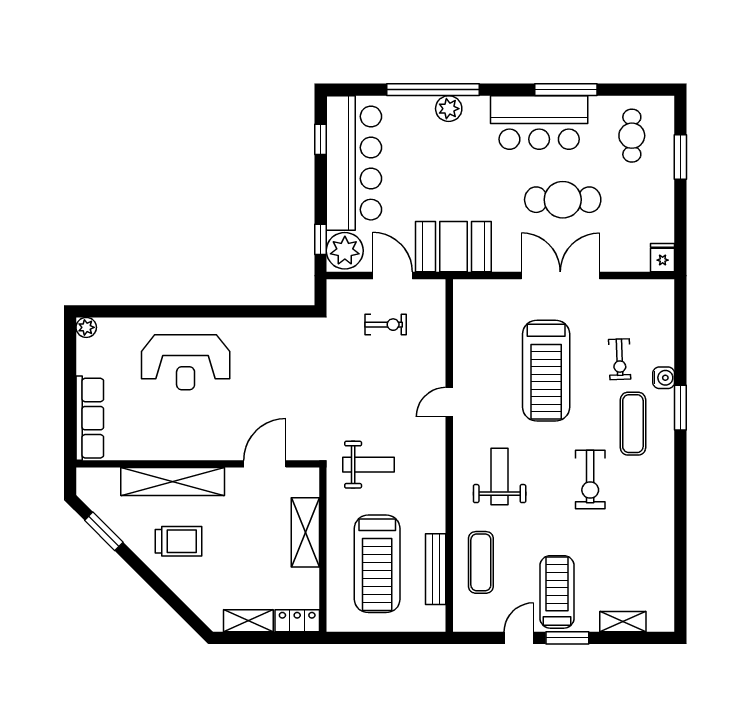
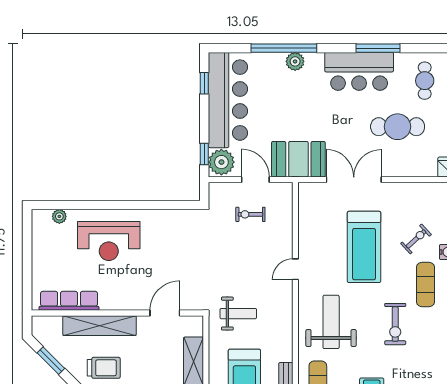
cafe table: (563, 200) -> (398, 127), moved
double door: (560, 276) -> (354, 180), moved
exercise bike: (386, 325) -> (250, 214), turned 180
plant: (86, 327) -> (59, 216), moved
exercise bike: (620, 359) -> (416, 239), turned -131
row of seats: (90, 418) -> (69, 301), moved, turned -90
weight bench: (500, 476) -> (331, 322), width x1.36, depth x1.33

